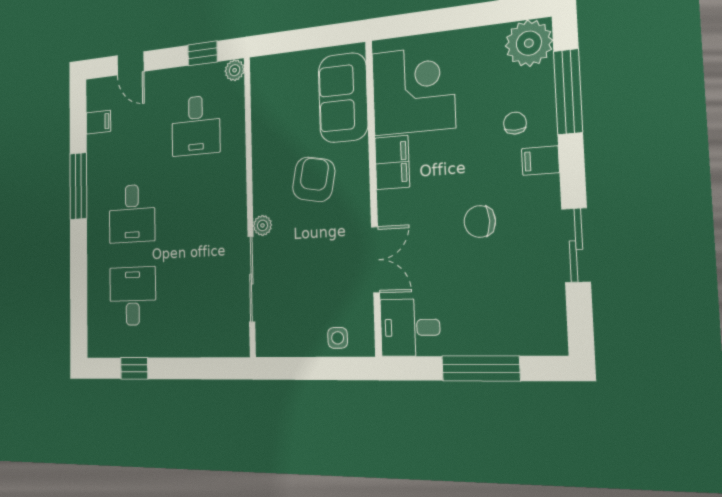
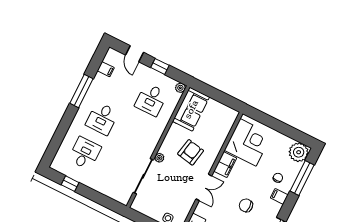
window: (203, 53) -> (160, 66), moved
sofa: (343, 98) -> (191, 109), moved, turned 180
double door: (376, 260) -> (204, 187), moved

